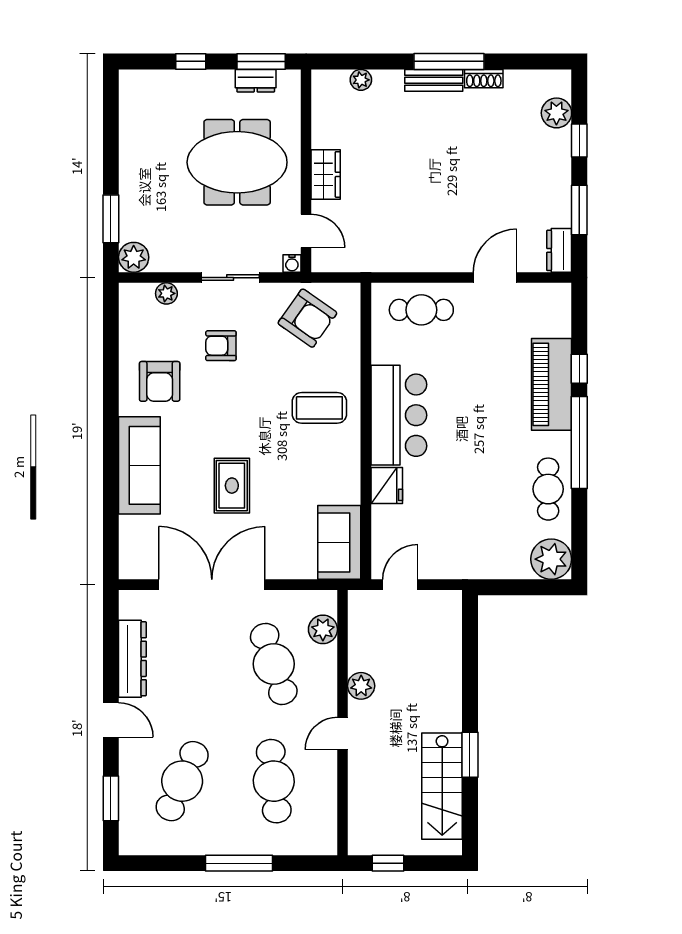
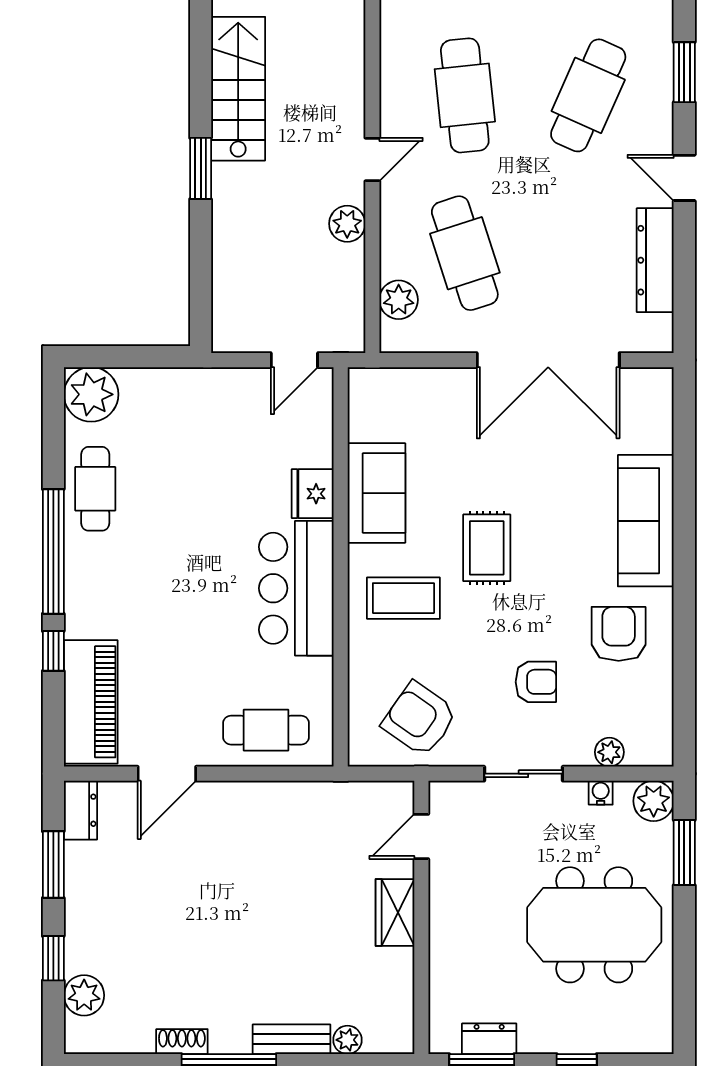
bench: (434, 80) -> (292, 1039), moved
meeting table: (237, 162) -> (594, 925), moved
door: (306, 231) -> (421, 836), hinge flipped
water cooler: (292, 263) -> (601, 793), moved
piano: (552, 384) -> (91, 702), moved
rug: (232, 486) -> (487, 548), moved
sofa: (339, 542) -> (377, 493), moved
window: (470, 755) -> (201, 168), moved

